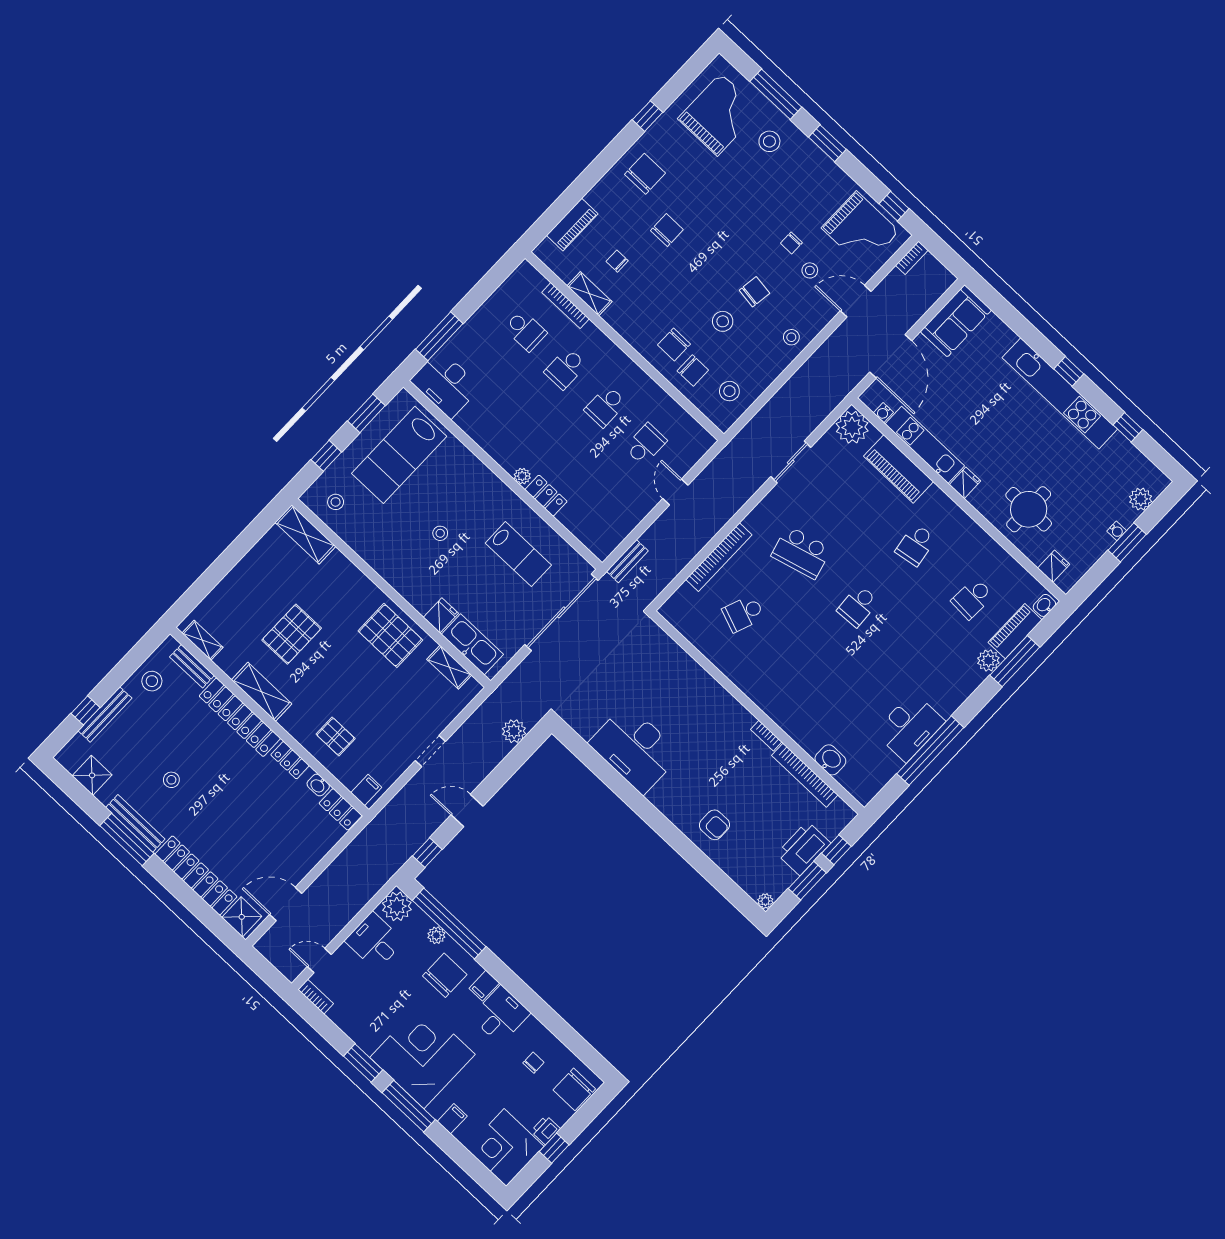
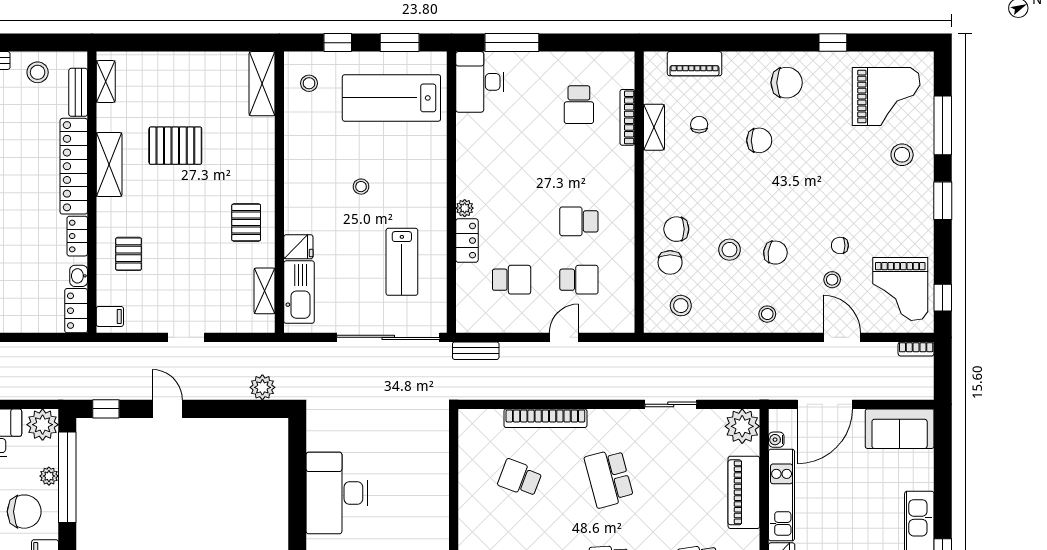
school desk: (565, 368) -> (512, 280), moved, turned 180
pallet: (390, 635) -> (246, 223), width x0.67, depth x0.71

